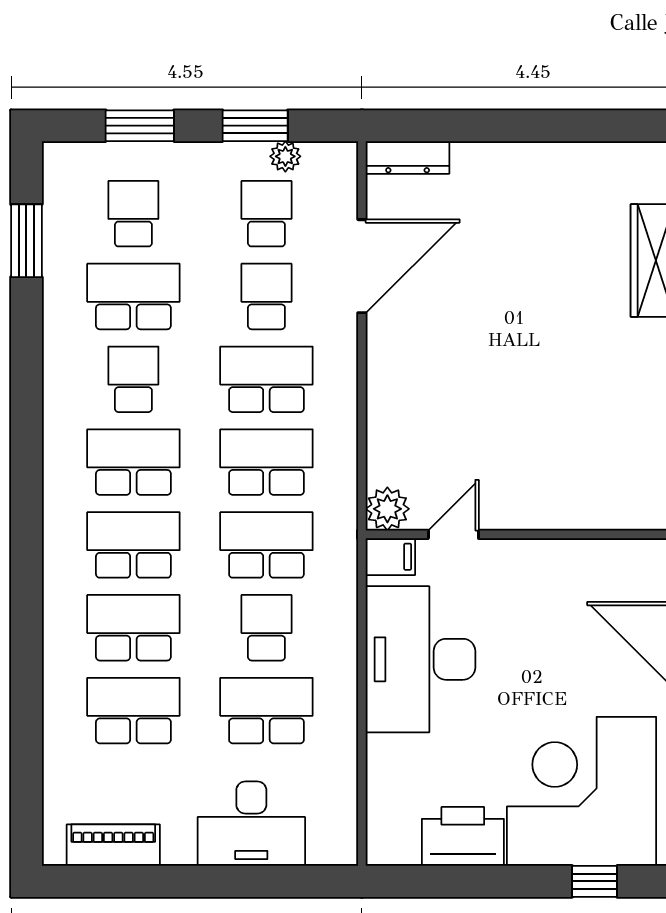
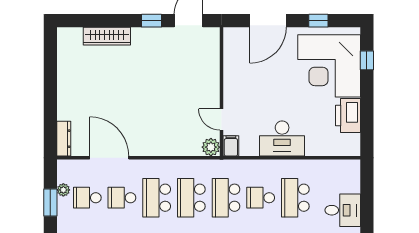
desk: (421, 659) -> (282, 139), width x0.73, depth x0.77
desk: (251, 824) -> (343, 210), width x0.73

